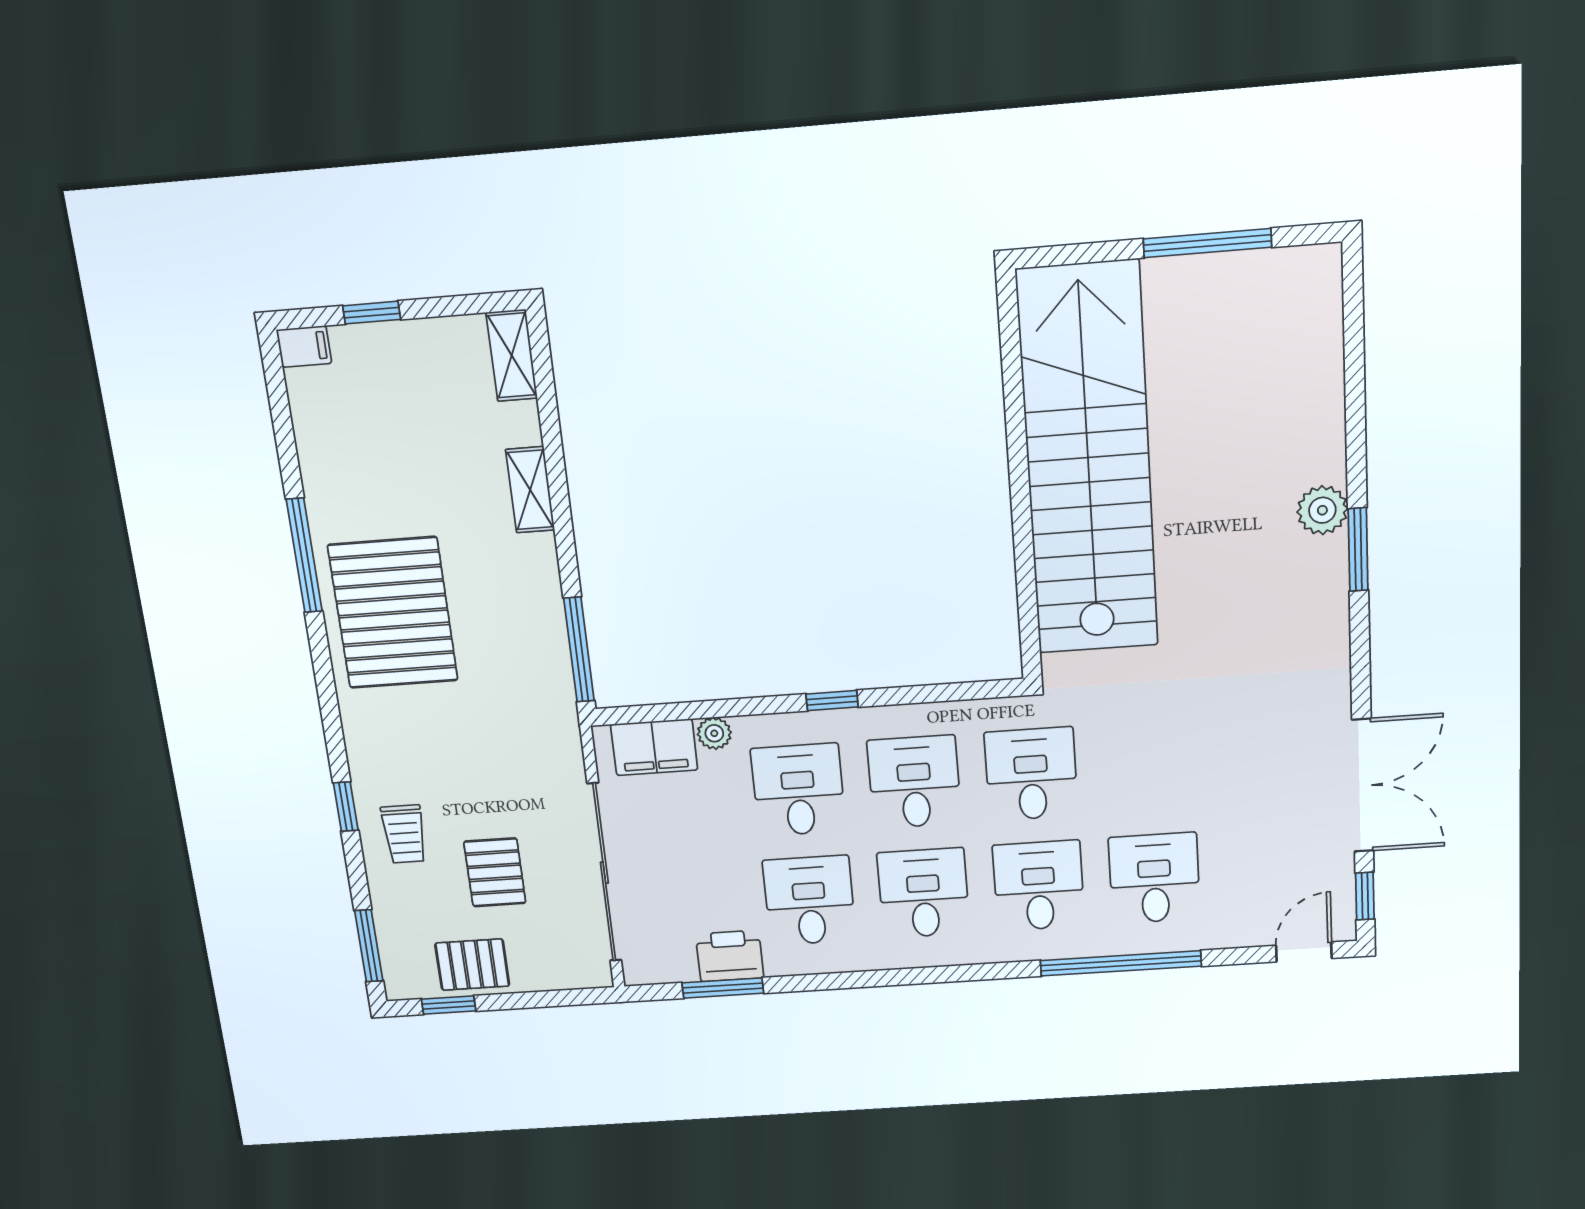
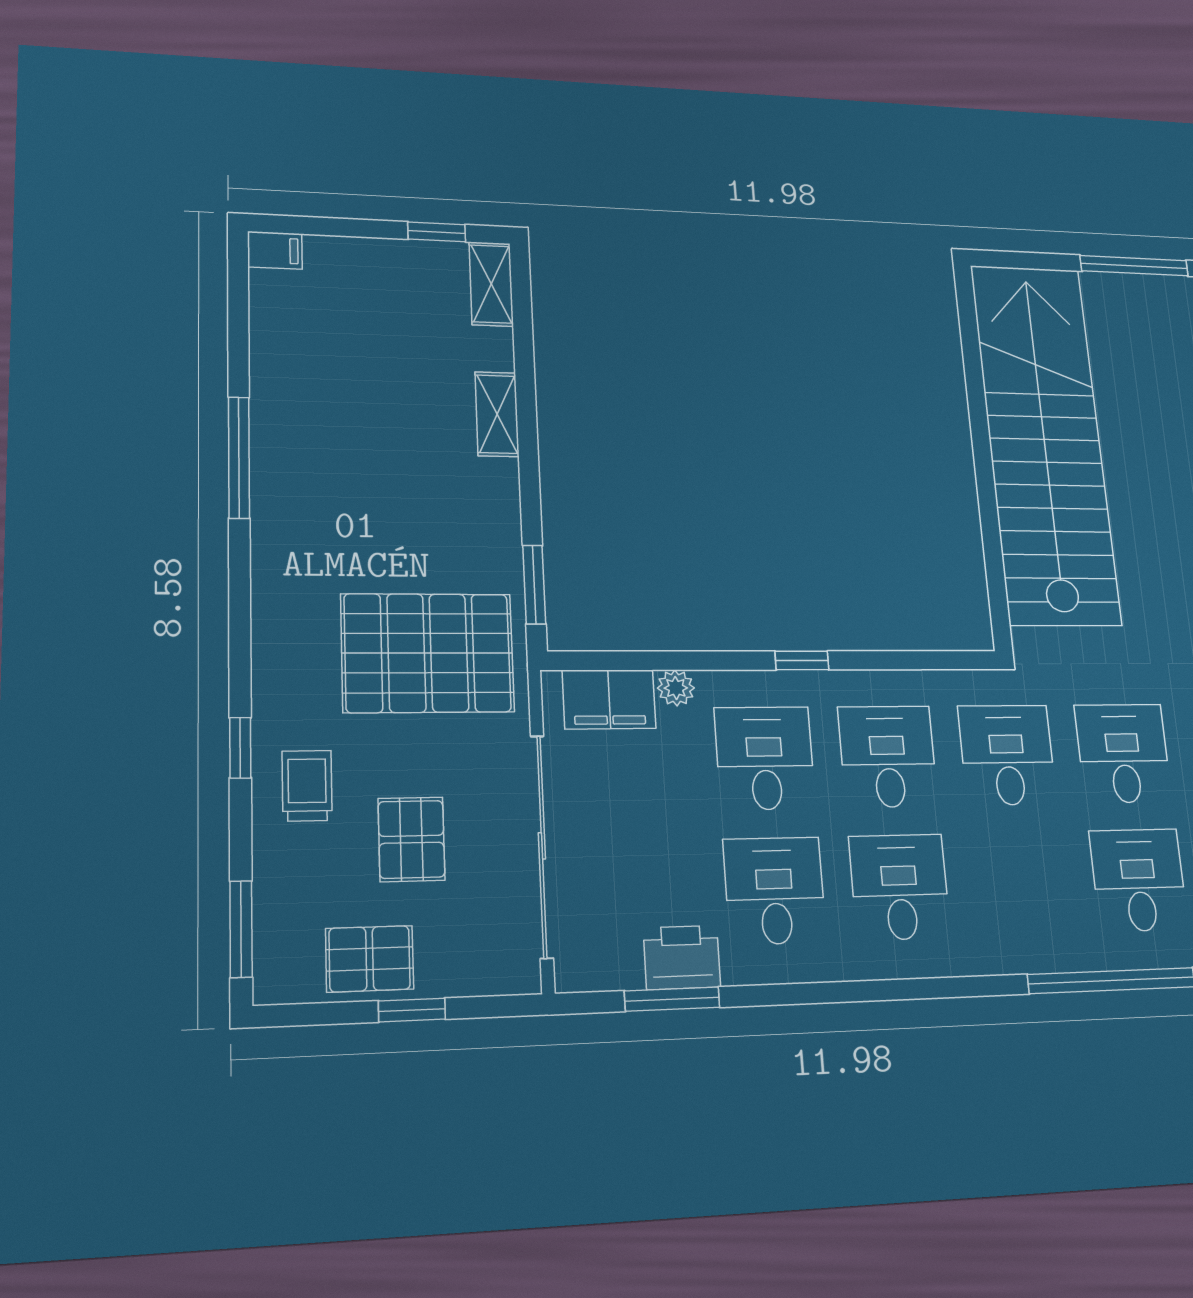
window: (372, 313) -> (437, 232), moved
pallet: (393, 613) -> (428, 653), moved, turned 90
window: (579, 650) -> (534, 585), width x0.69
trolley: (404, 834) -> (307, 786), turned 180
desk: (1039, 886) -> (1123, 753), moved
window: (449, 1005) -> (412, 1010), moved

